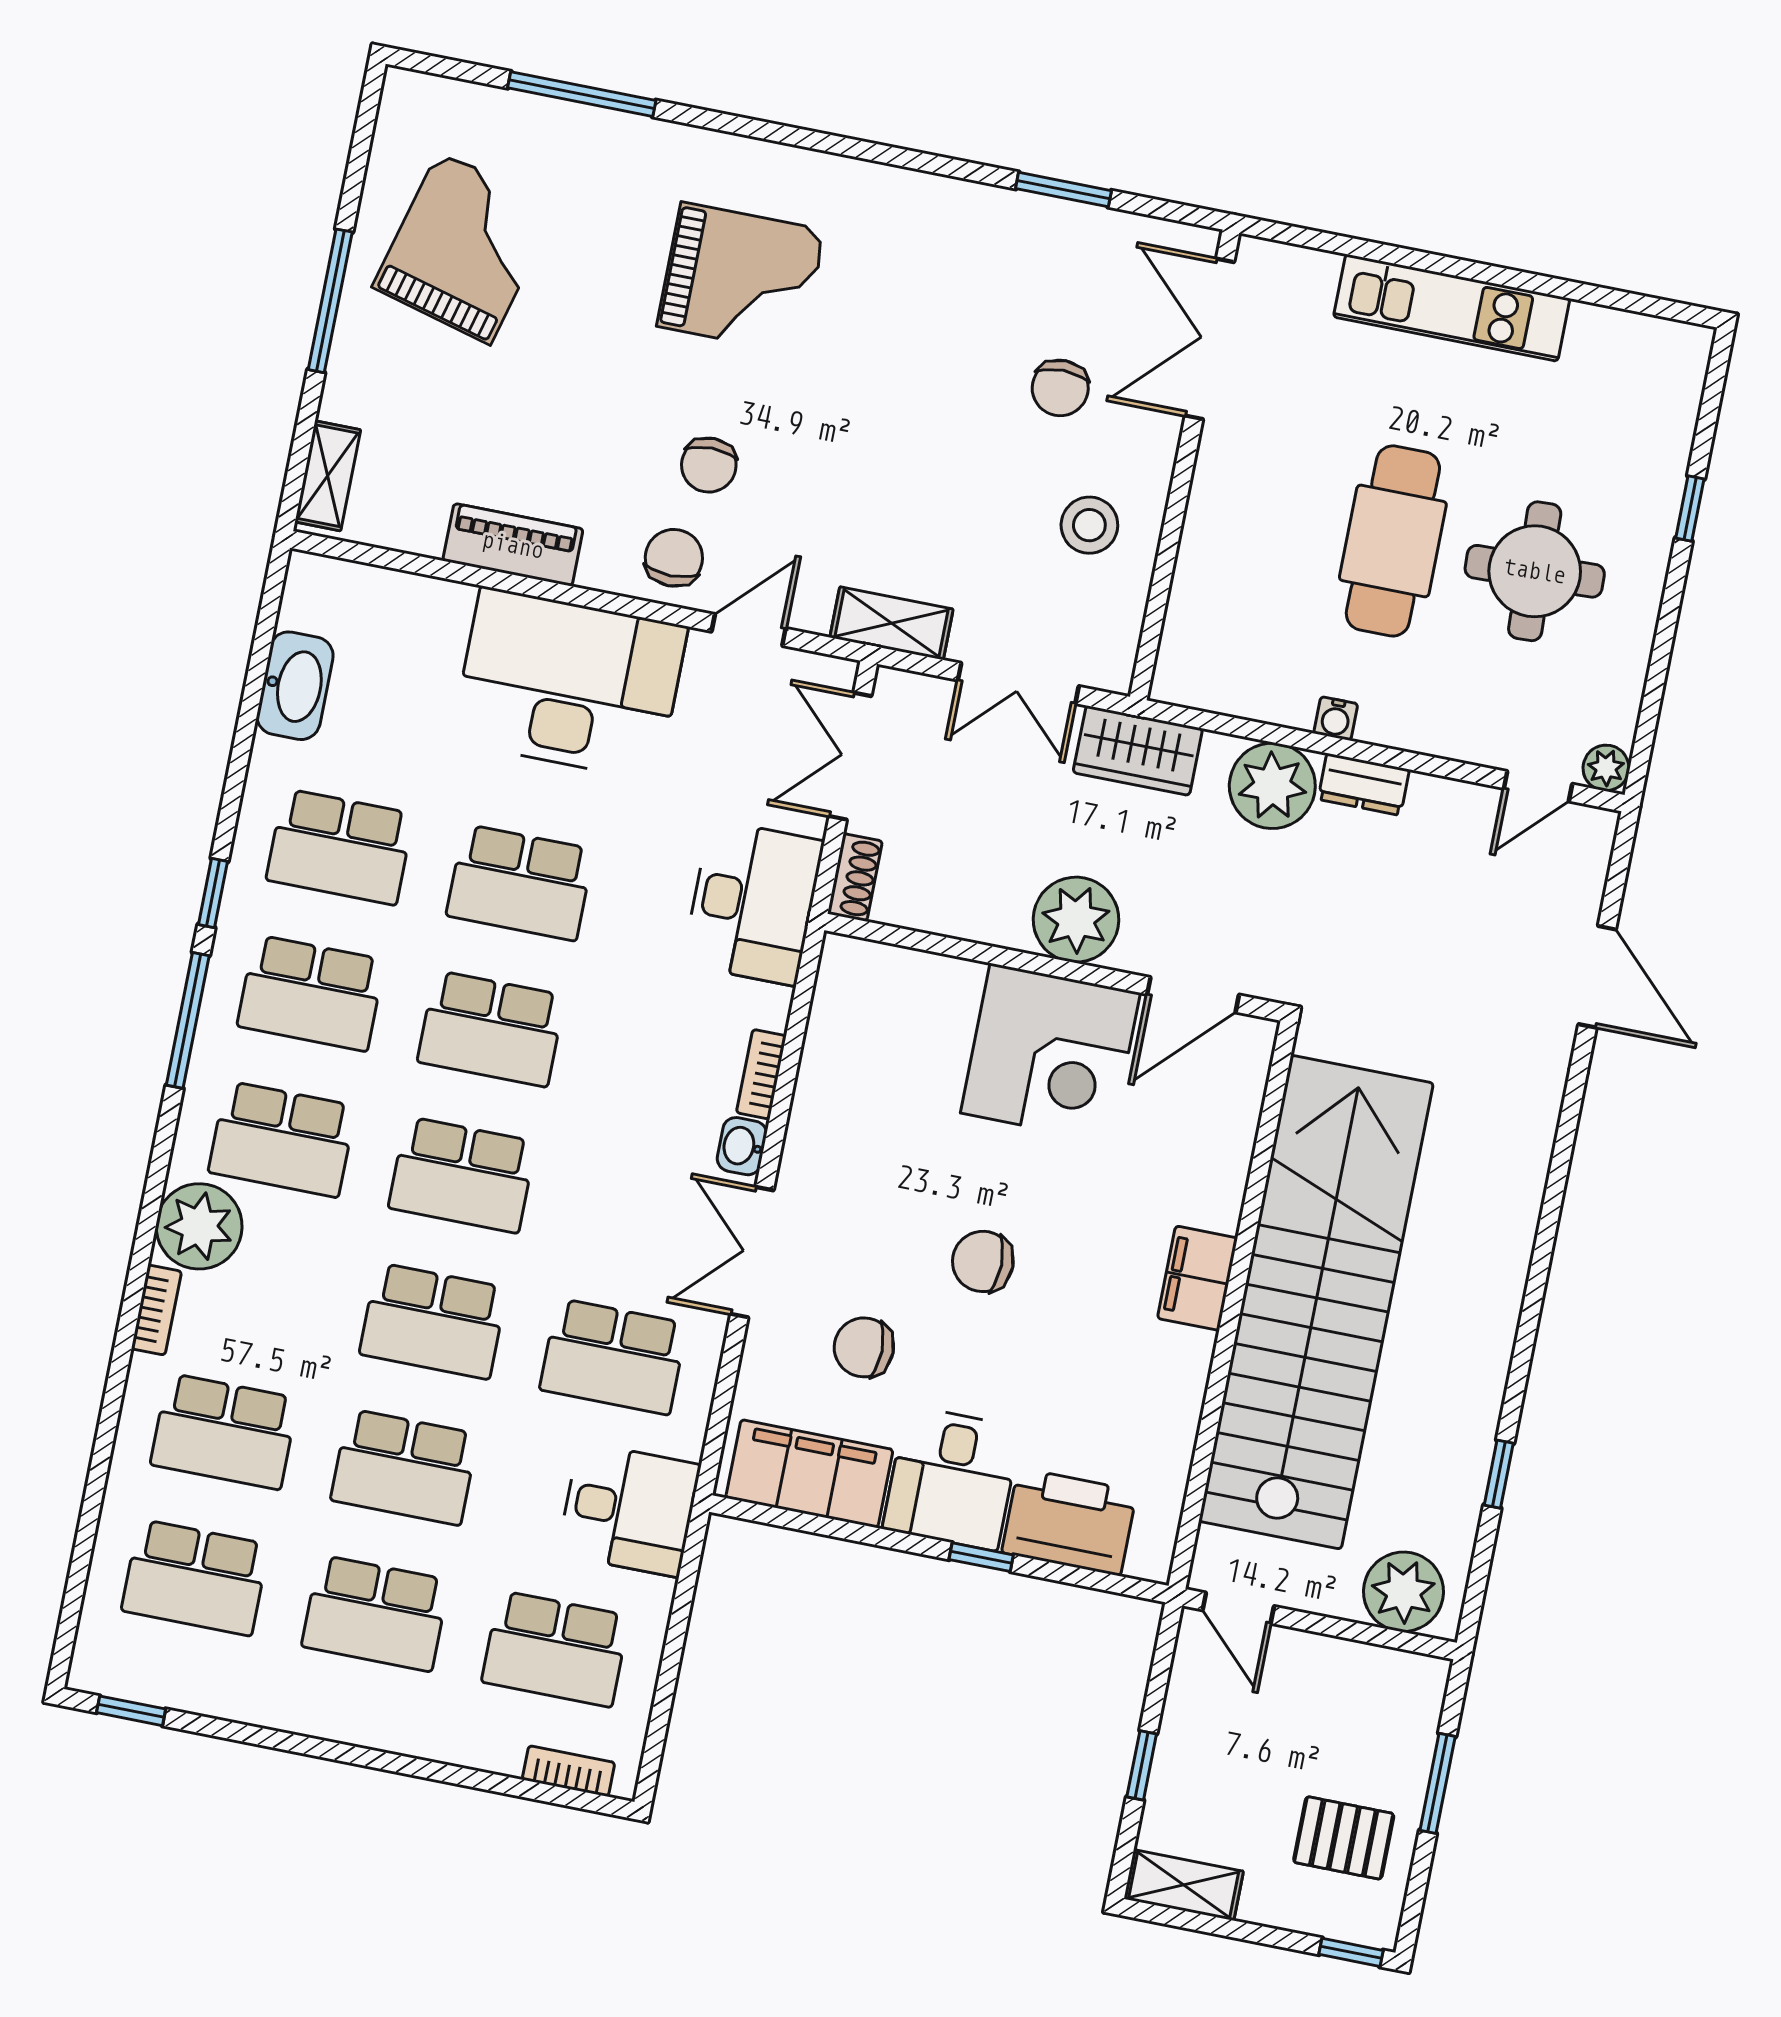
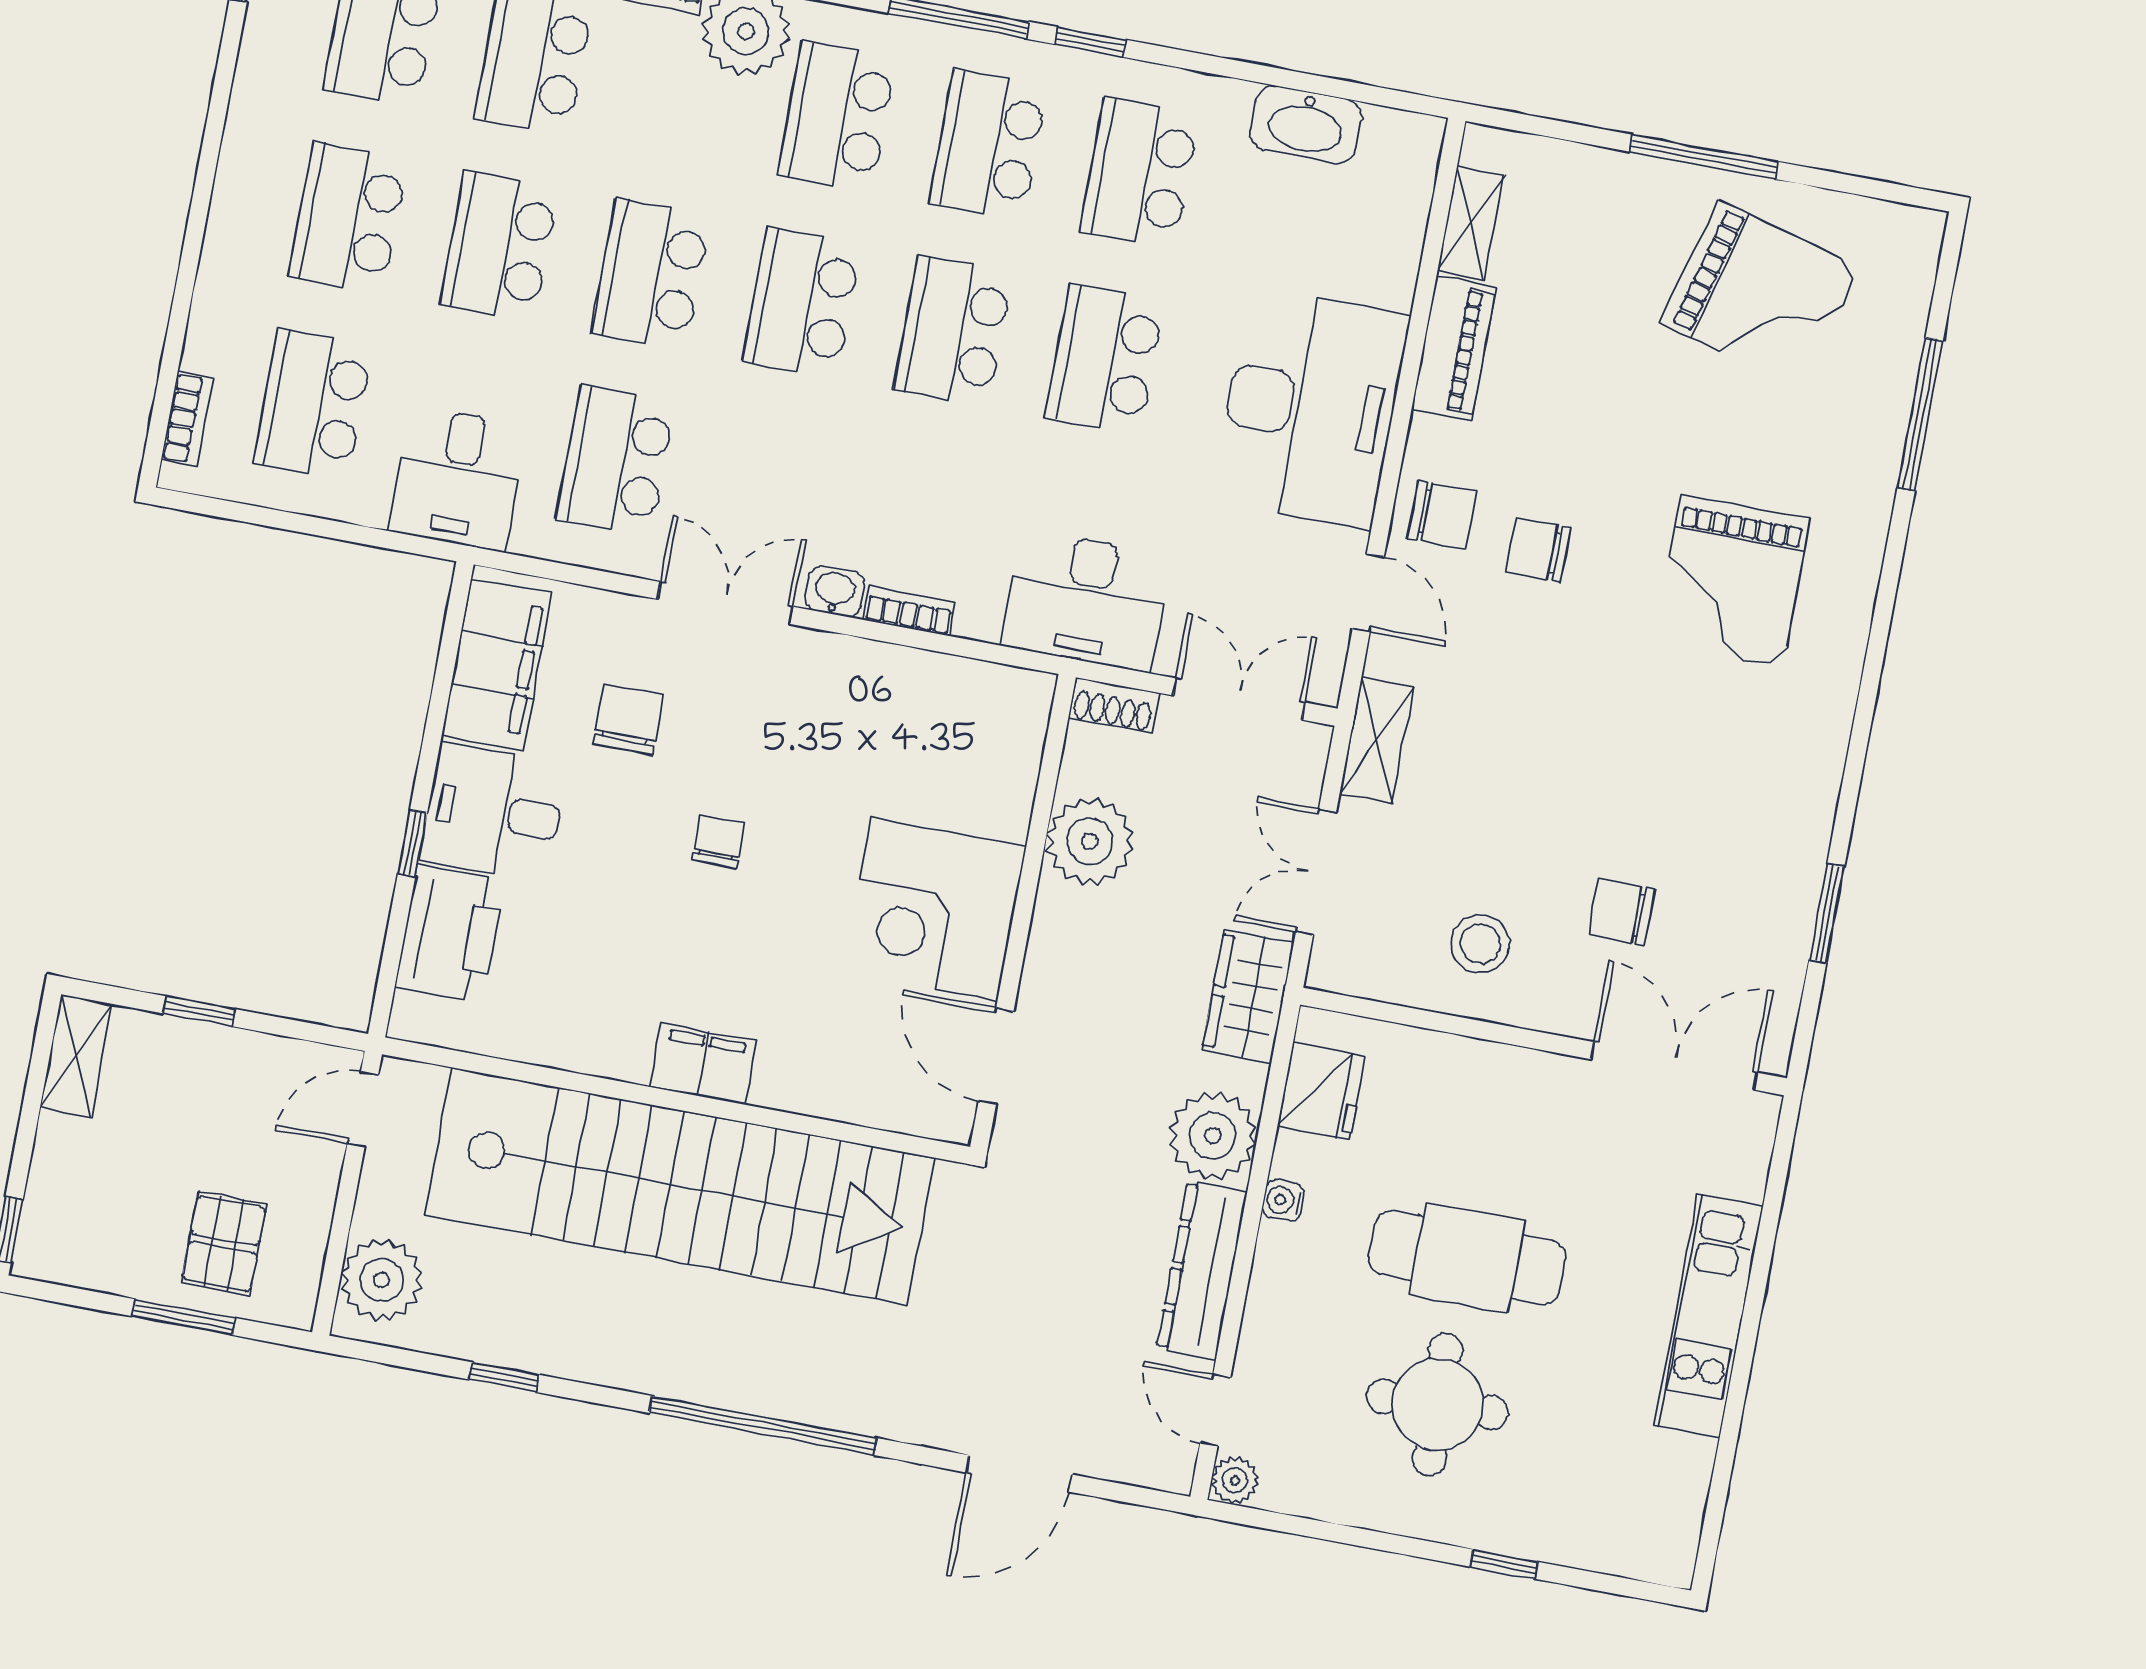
shelving: (328, 476) -> (1471, 223), moved, turned 90
fridge: (1230, 680) -> (1321, 1091), added
dresser: (1364, 784) -> (1202, 1270), width x1.96, depth x1.24
plant: (1076, 920) -> (1090, 841), moved
window: (1548, 1224) -> (763, 1426), added
chair: (983, 1261) -> (718, 842), width x0.73, depth x0.73
pallet: (1344, 1838) -> (224, 1243), moved

